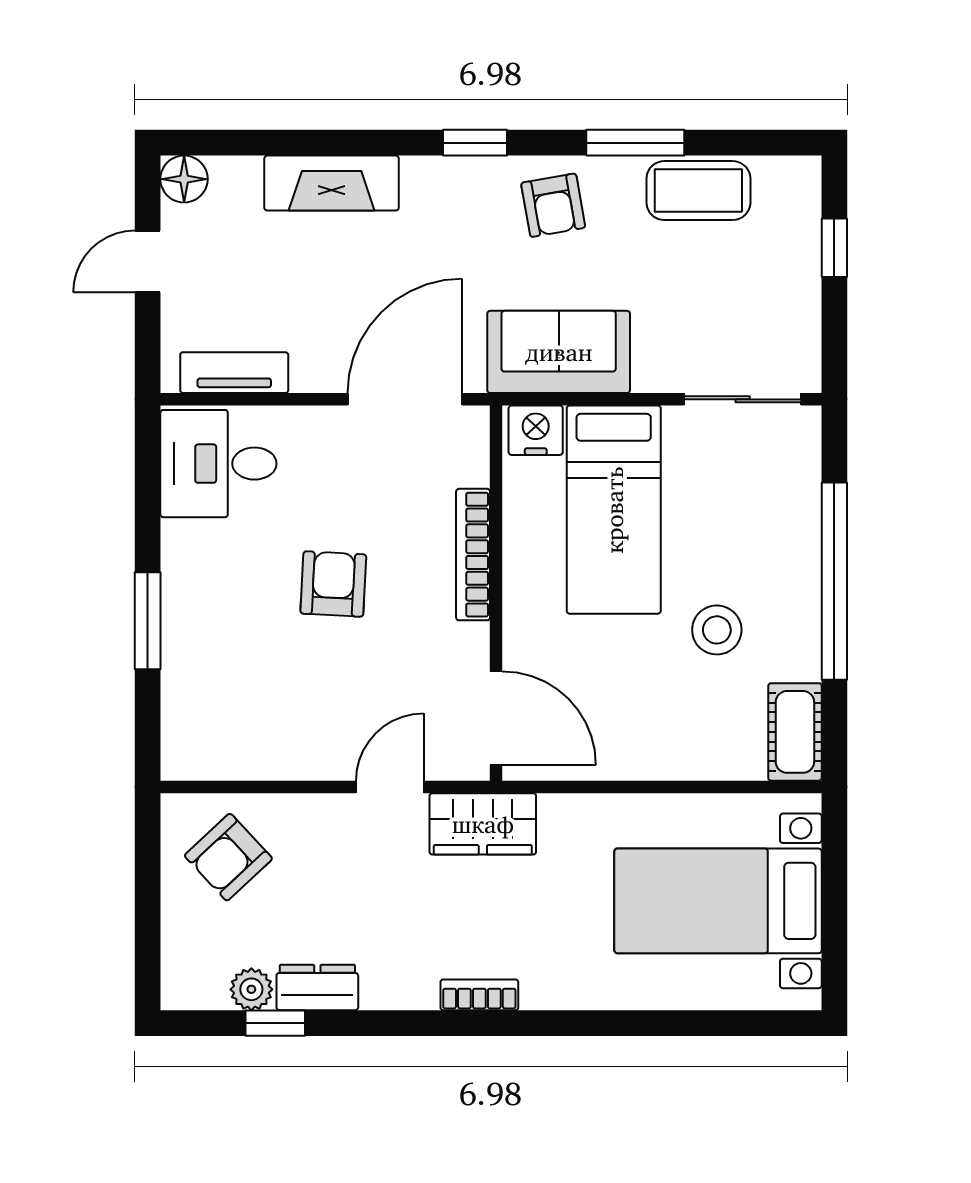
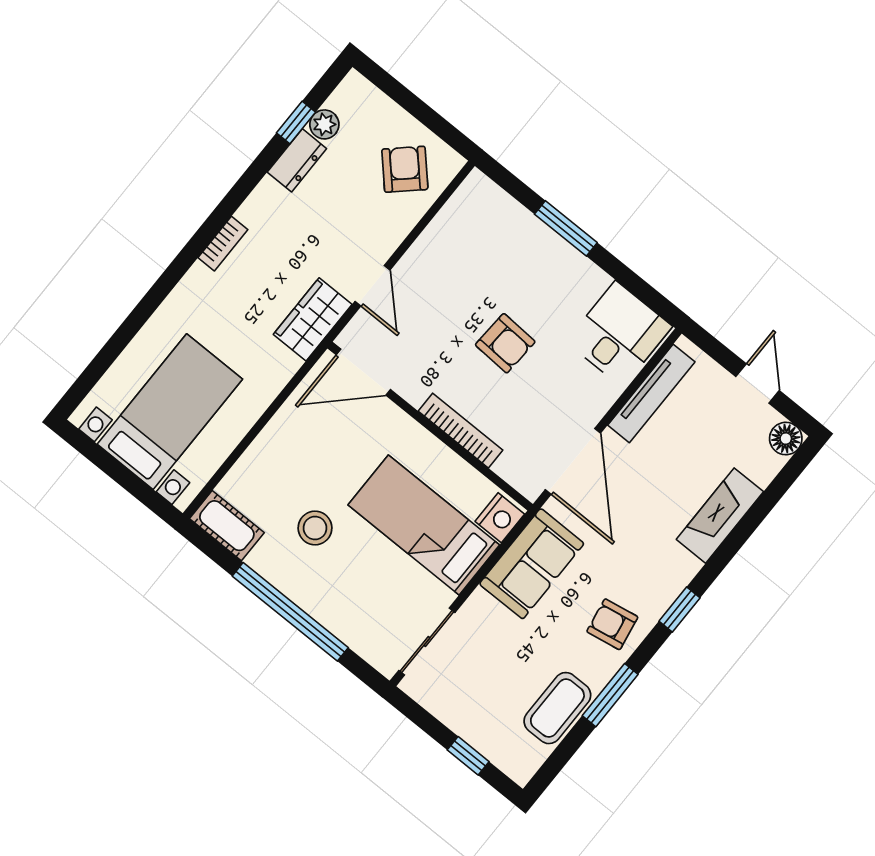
tv unit: (234, 373) -> (651, 393), width x1.41

